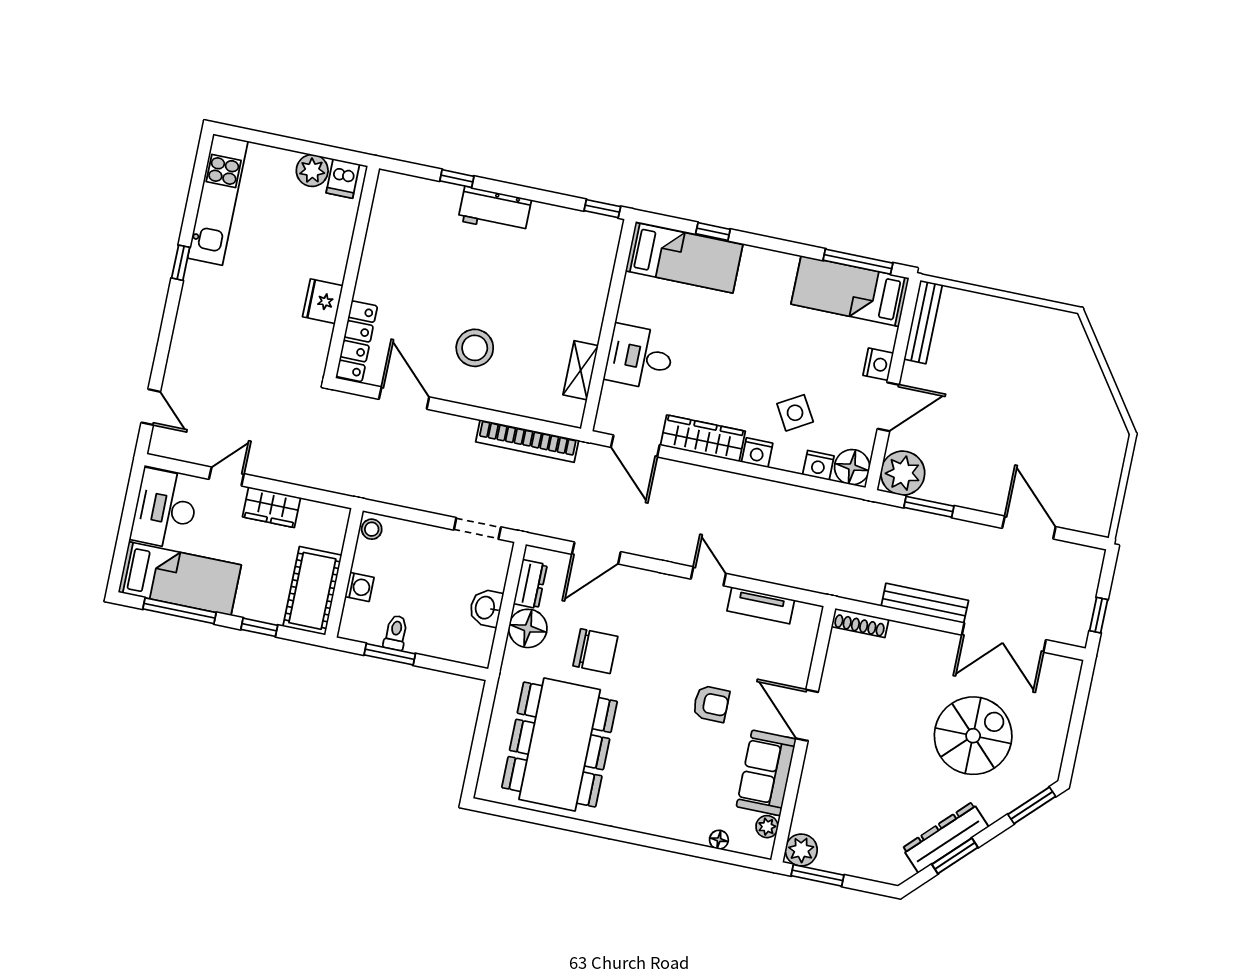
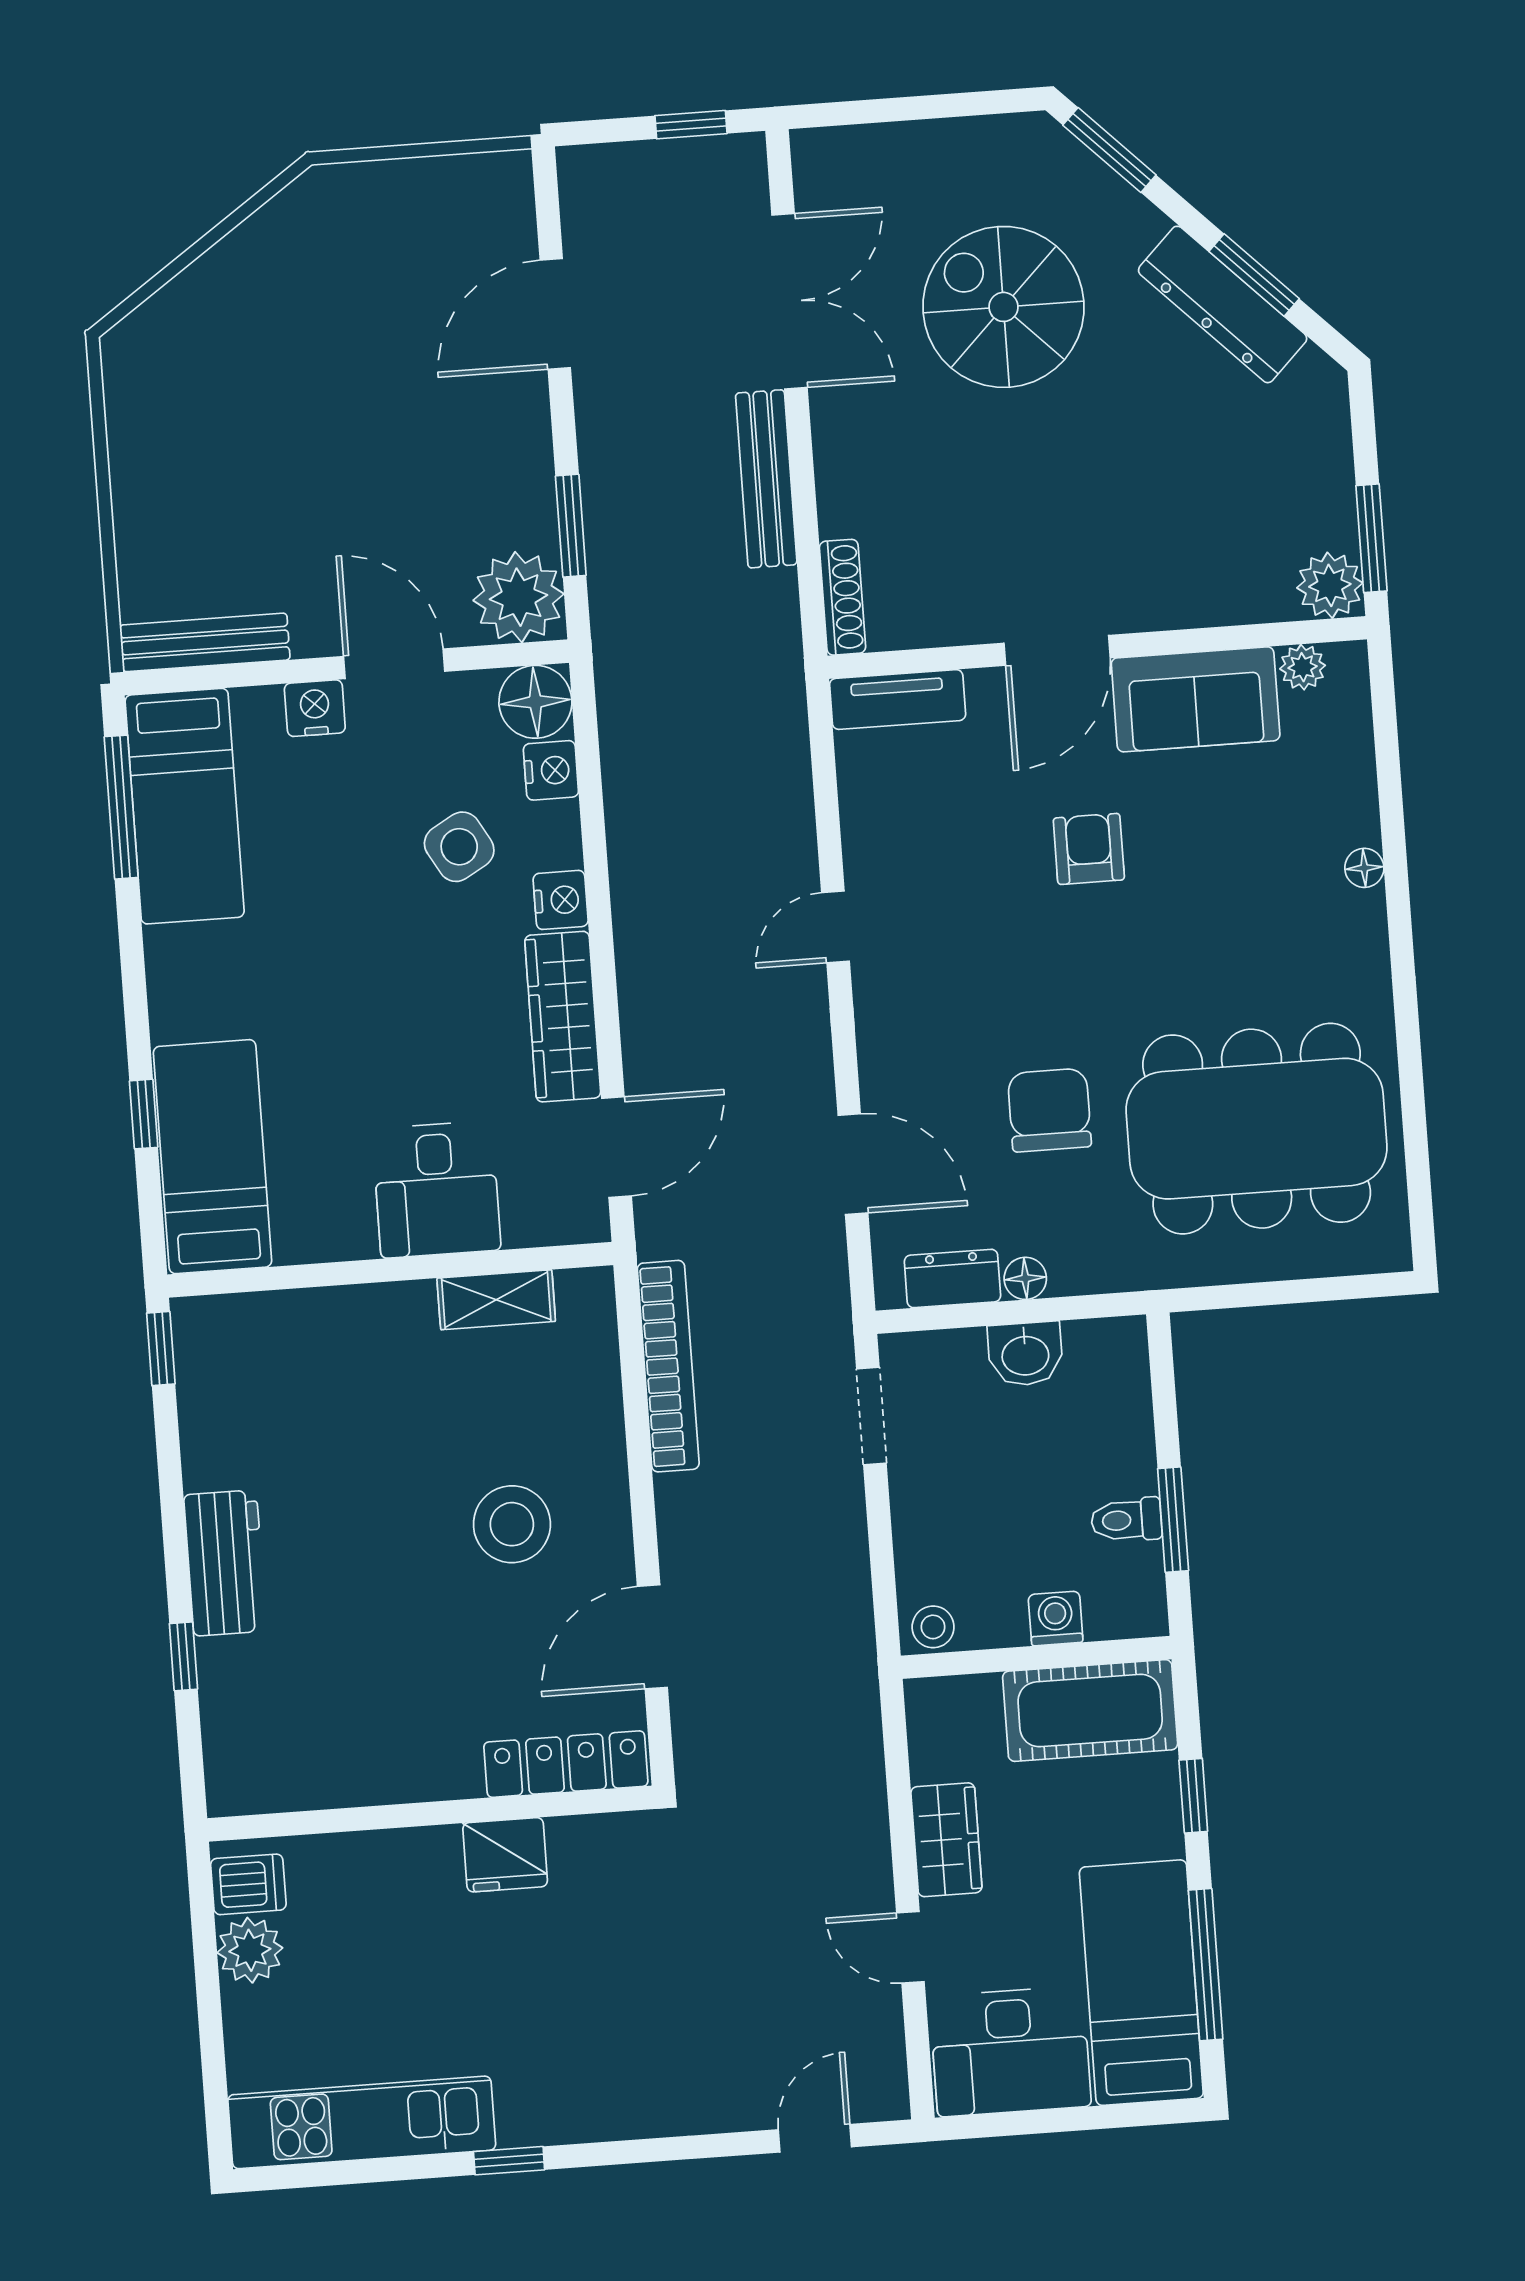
tv unit: (761, 605) -> (898, 699), moved, turned 90
floor lamp: (528, 628) -> (1025, 1278), width x0.53, depth x0.53
floor lamp: (719, 840) -> (1364, 868), moved

